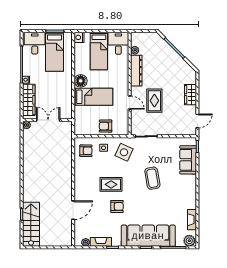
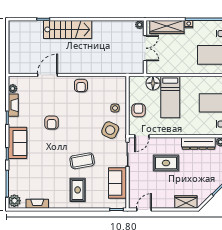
floor lamp: (81, 81) -> (153, 83), moved
wardrobe: (191, 95) -> (186, 202), moved
door: (130, 103) -> (142, 136), moved
door: (197, 121) -> (144, 210), swing flipped
armchair: (86, 151) -> (81, 86), moved
sofa: (188, 160) -> (117, 183), moved, turned -90
rug: (111, 184) -> (78, 190), moved
door: (73, 210) -> (47, 75), swing flipped
stairs: (31, 224) -> (68, 29), moved
sofa: (148, 236) -> (17, 143), width x0.54, depth x0.79

